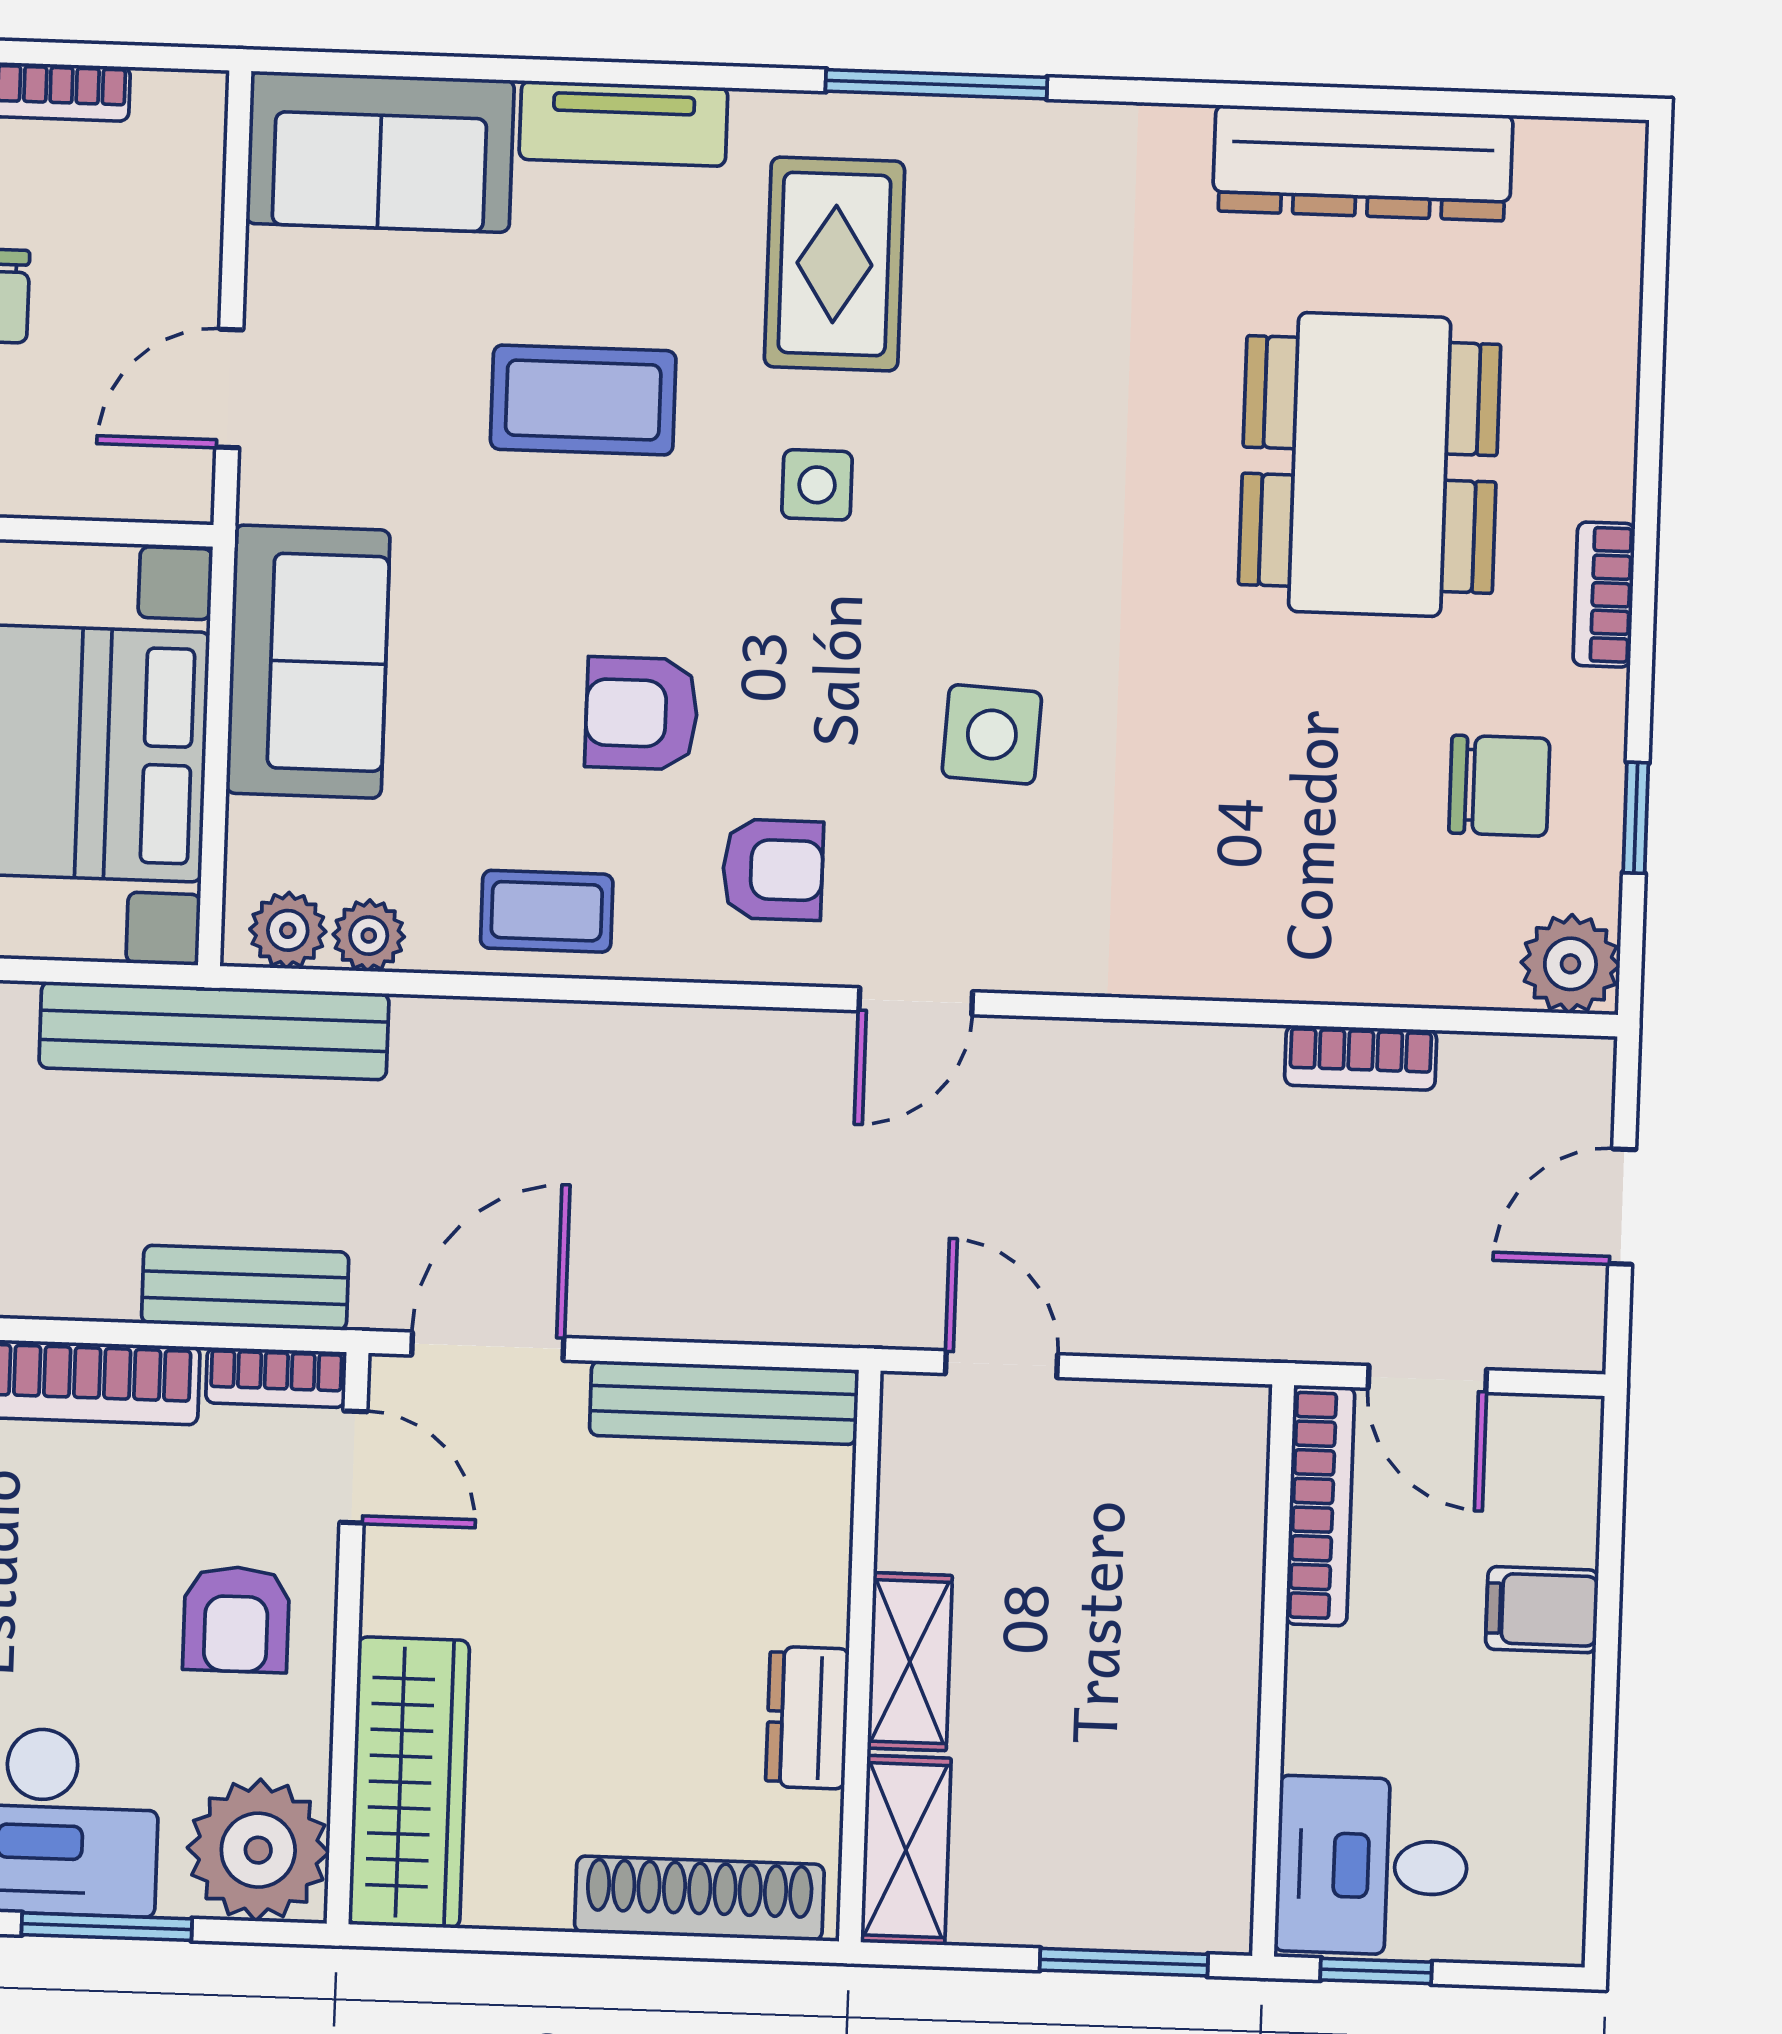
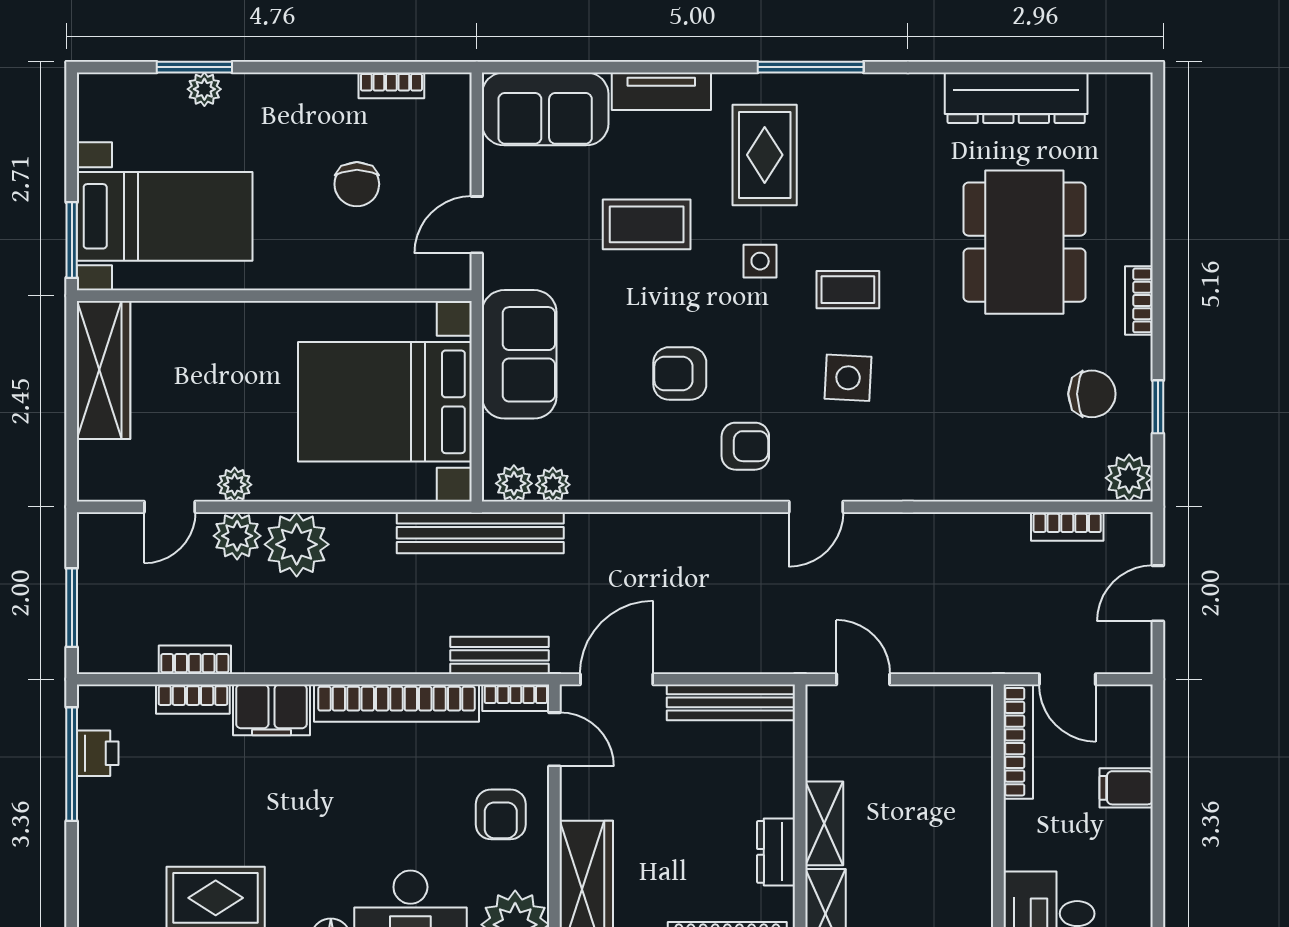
coffee table: (547, 911) -> (848, 290), moved
bookcase: (1361, 1058) -> (1067, 526), moved

